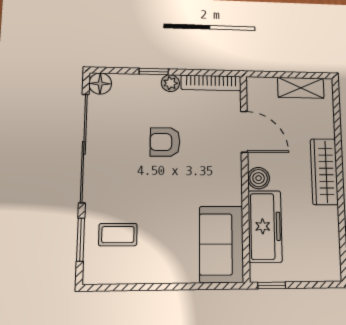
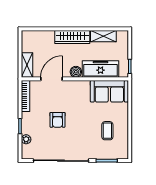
plant: (170, 83) -> (26, 139), moved
floor lamp: (100, 84) -> (27, 153), removed
shelving: (301, 88) -> (27, 65), moved
shelving: (328, 232) -> (103, 36), added
coffee table: (118, 235) -> (107, 131), moved

